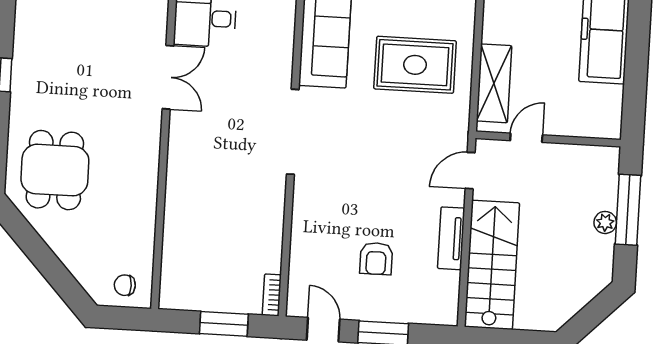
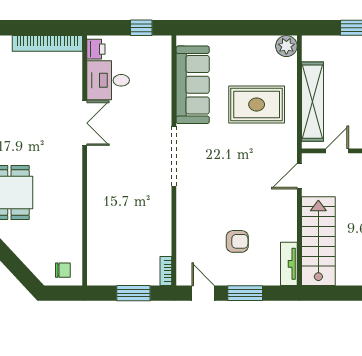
shelving: (494, 83) -> (312, 102), width x1.47
tv unit: (451, 238) -> (289, 264), moved
armchair: (376, 259) -> (237, 241), turned -90
chair: (125, 285) -> (63, 270), turned 180

